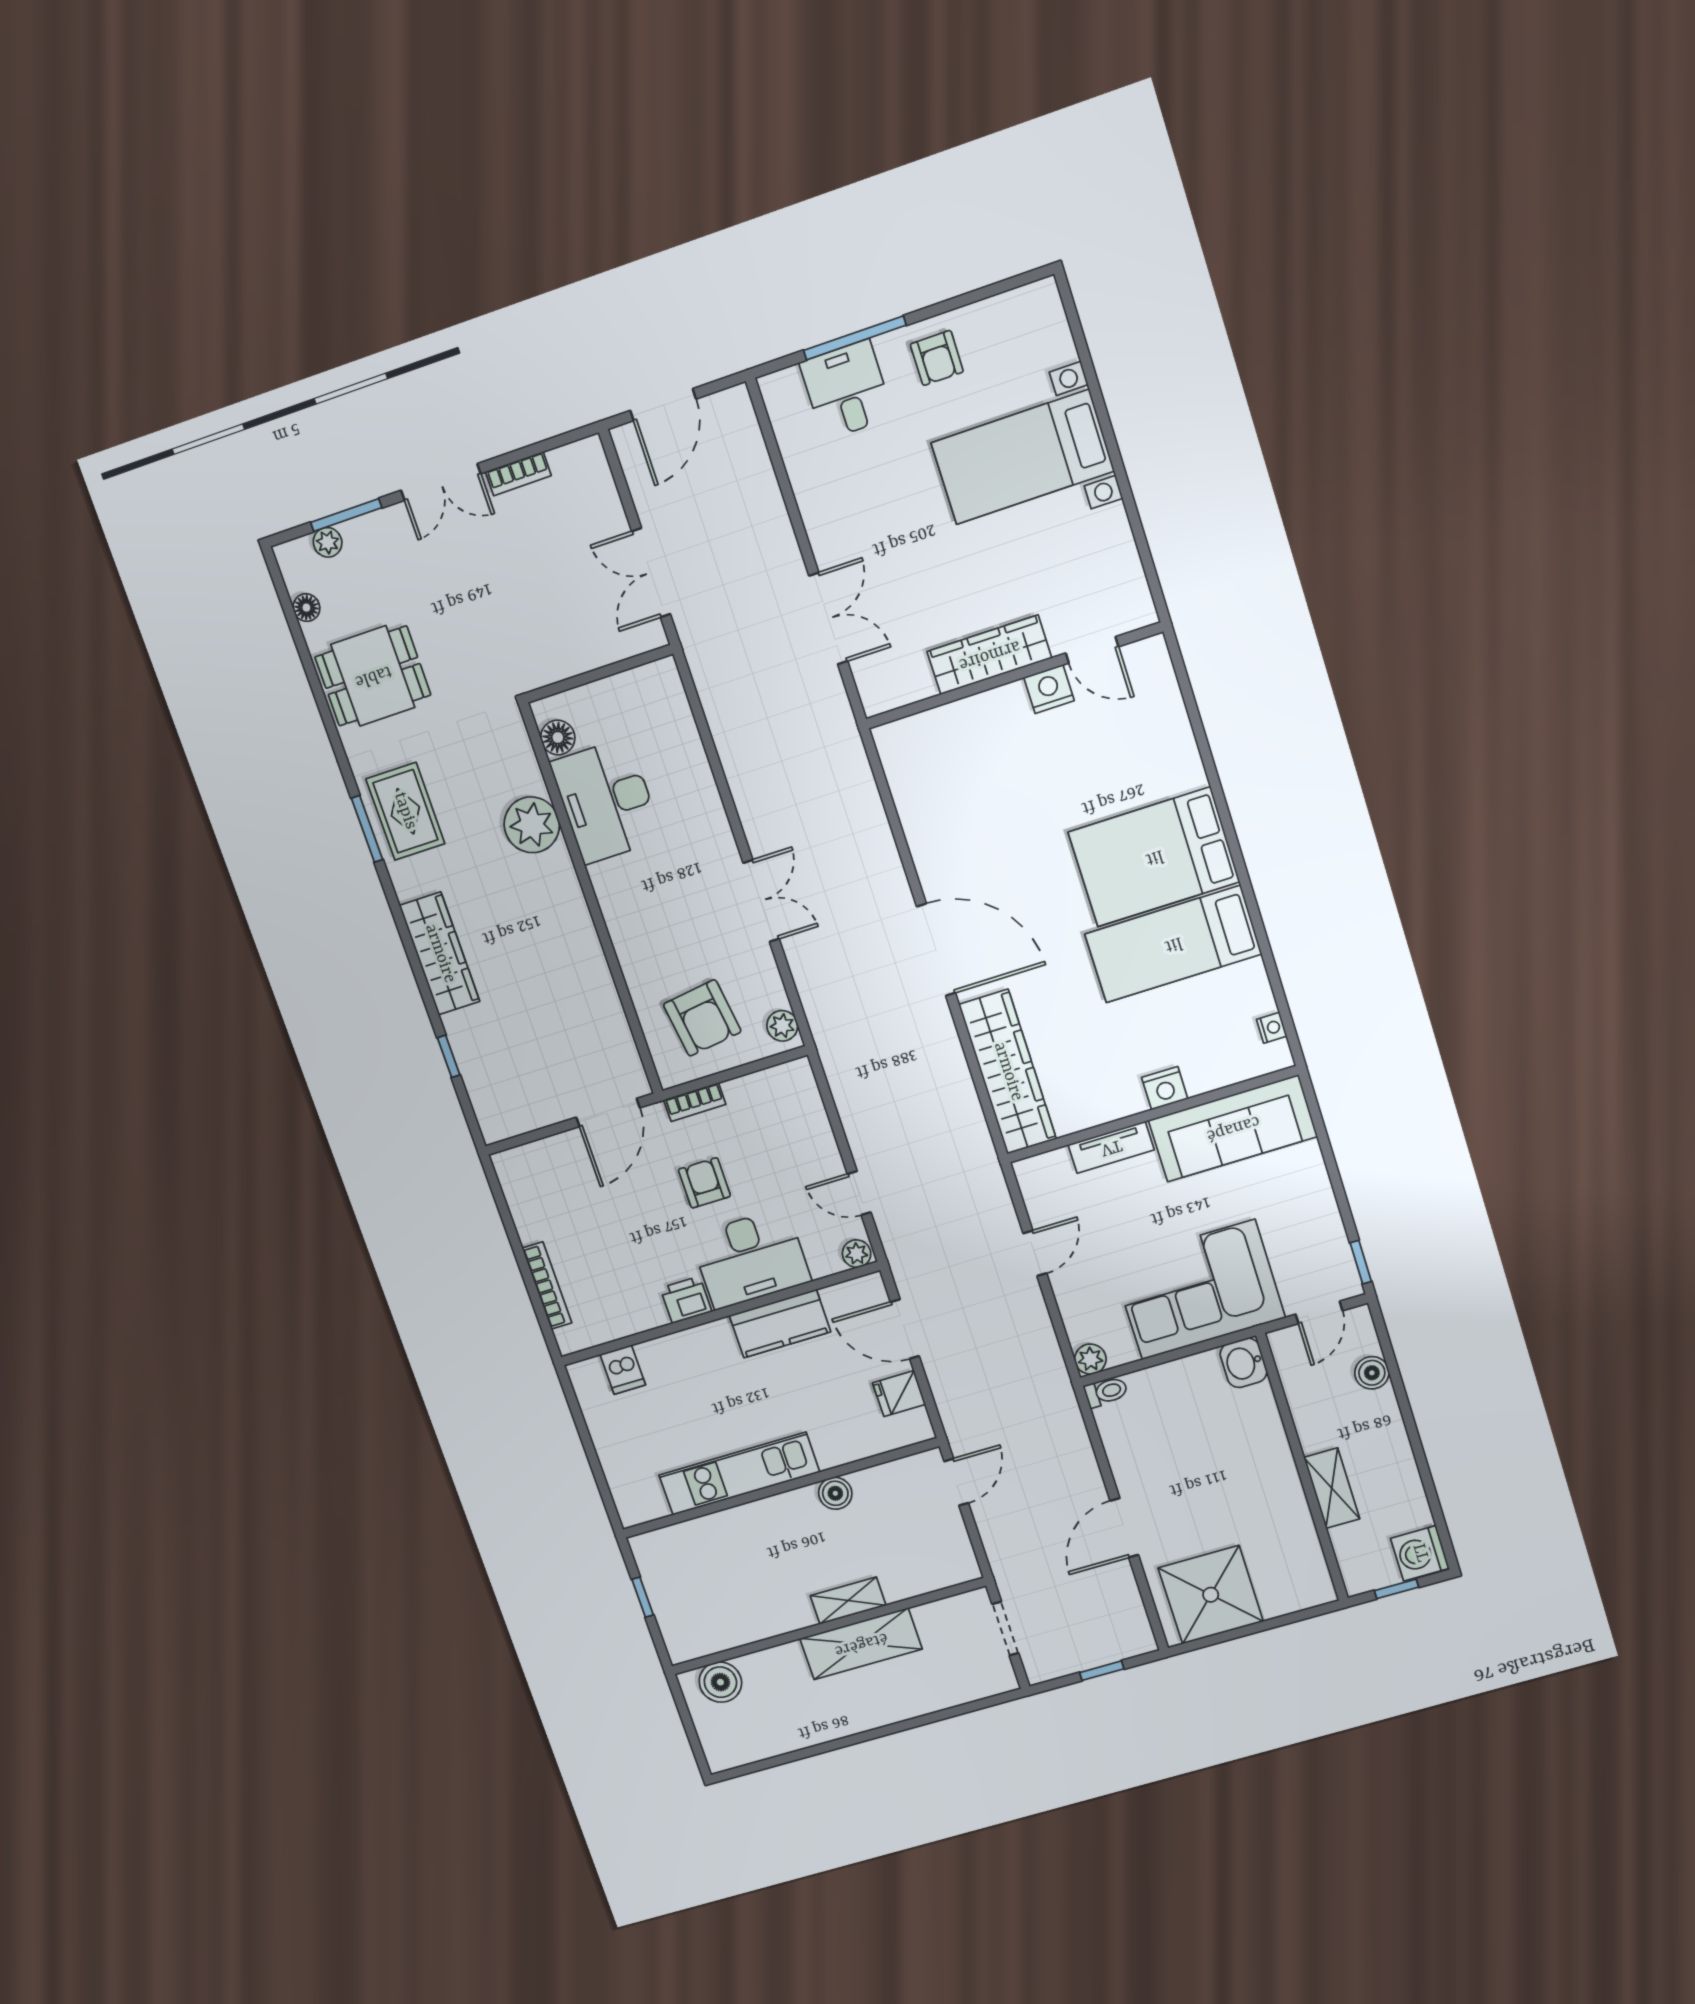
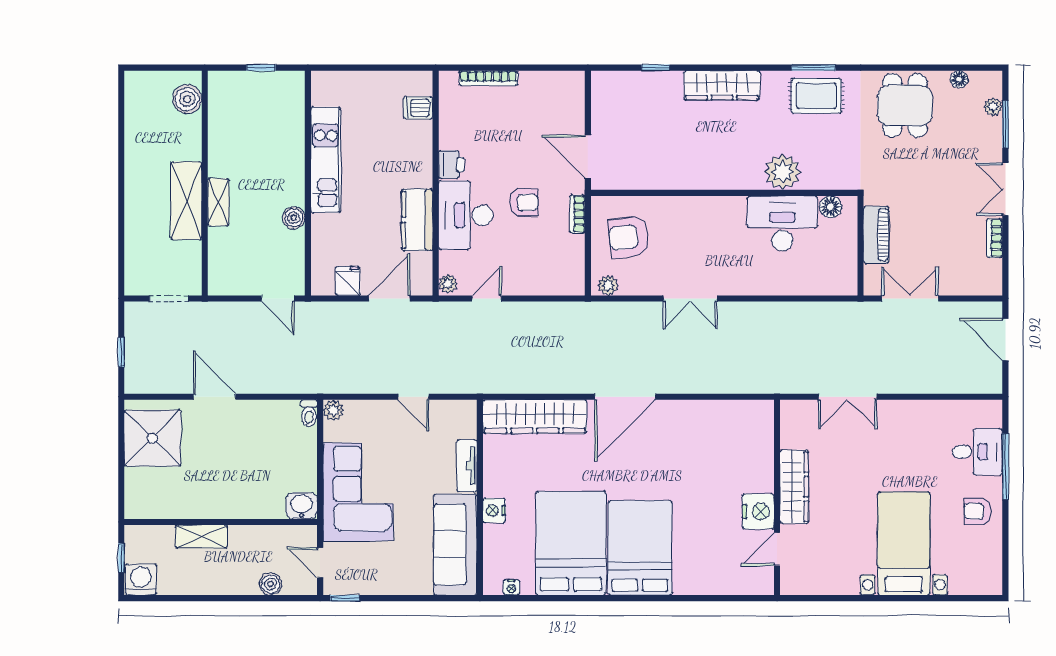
piano: (575, 655) -> (876, 235), added
nightstand: (1049, 689) -> (758, 511), width x1.36, depth x1.33
bed: (1173, 944) -> (571, 543), width x1.50

